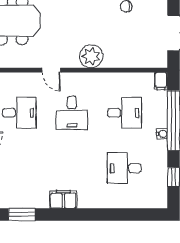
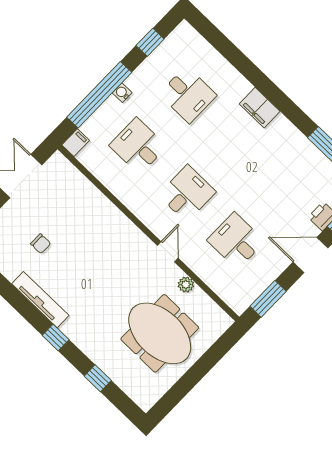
plant: (91, 56) -> (186, 285), moved, width x0.53, depth x0.53
filing cabinet: (63, 199) -> (260, 108), moved

